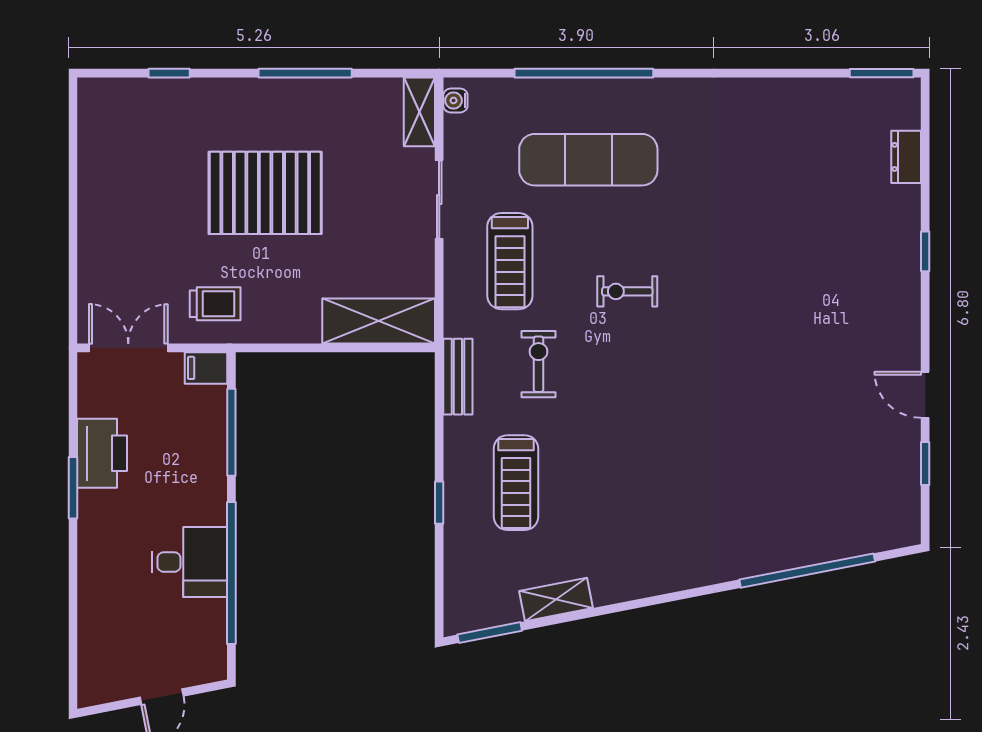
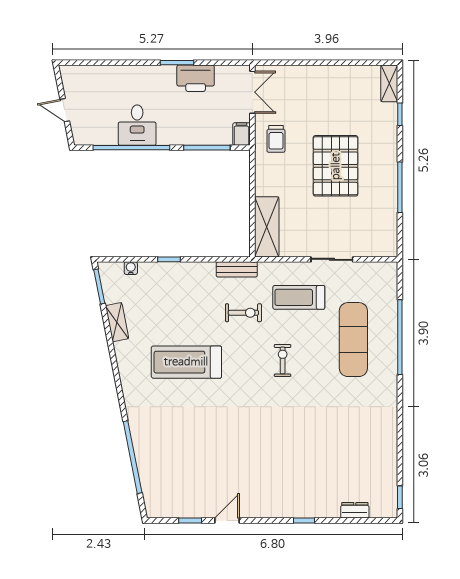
window: (882, 73) -> (400, 497), width x0.67
water cooler: (455, 100) -> (131, 268), moved
shelving: (419, 112) -> (389, 83), moved, turned 90
treadmill: (516, 483) -> (186, 362), moved, width x1.37, depth x1.38

